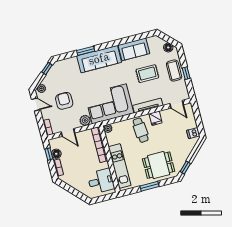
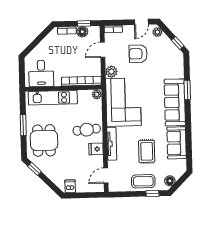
window: (186, 73) -> (152, 193), moved
armchair: (64, 101) -> (138, 54), turned 180

